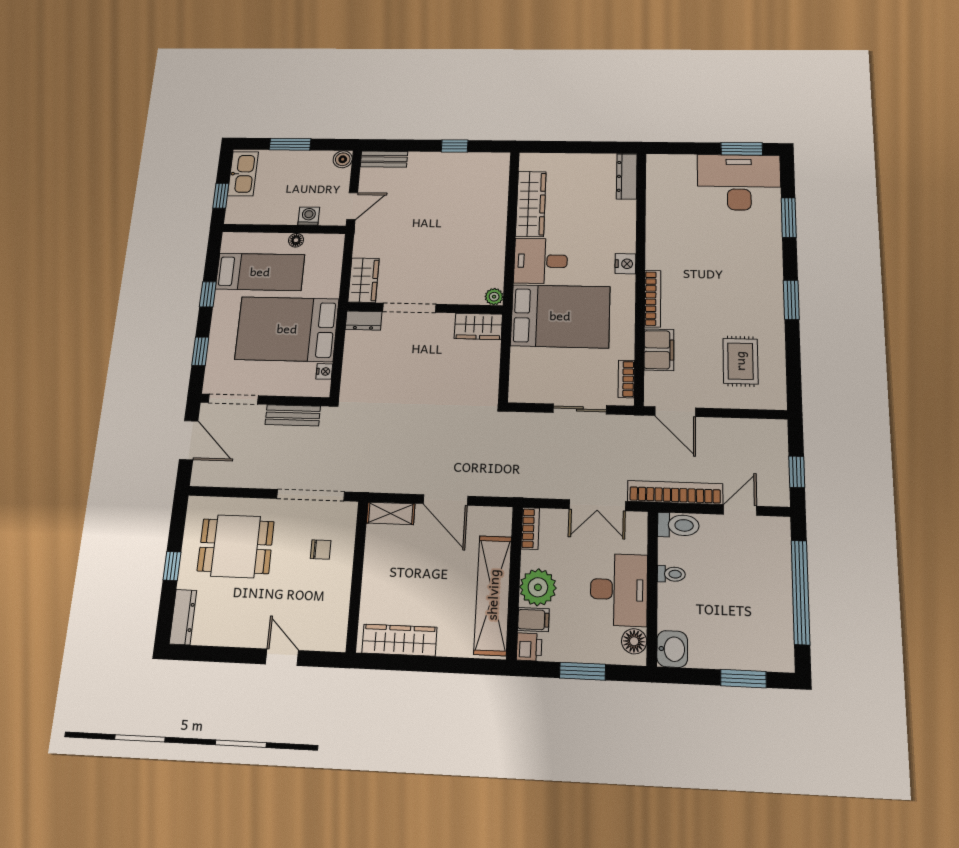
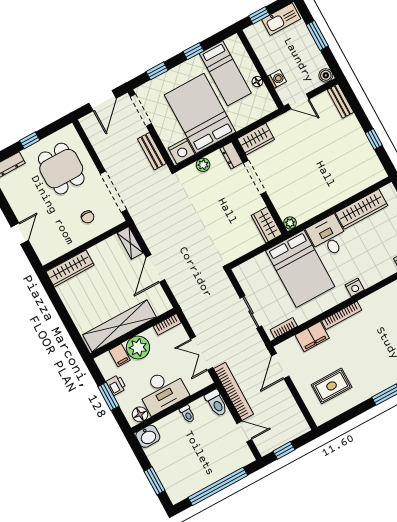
plant: (352, 362) -> (203, 165), added
nightstand: (324, 371) -> (182, 151), width x1.89, depth x1.79
wardrobe: (399, 640) -> (70, 268), moved, turned 90
printer: (529, 647) -> (116, 385), moved, turned -90

